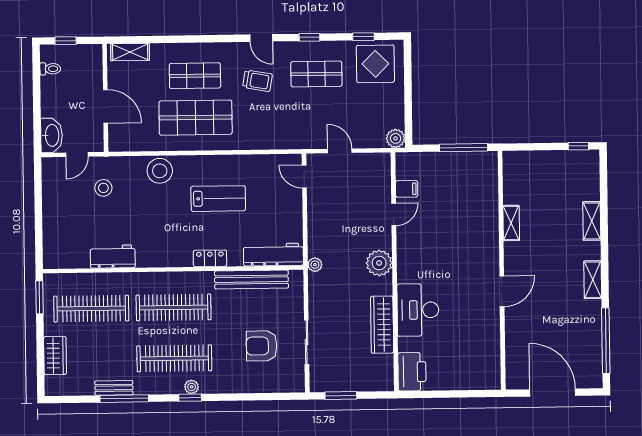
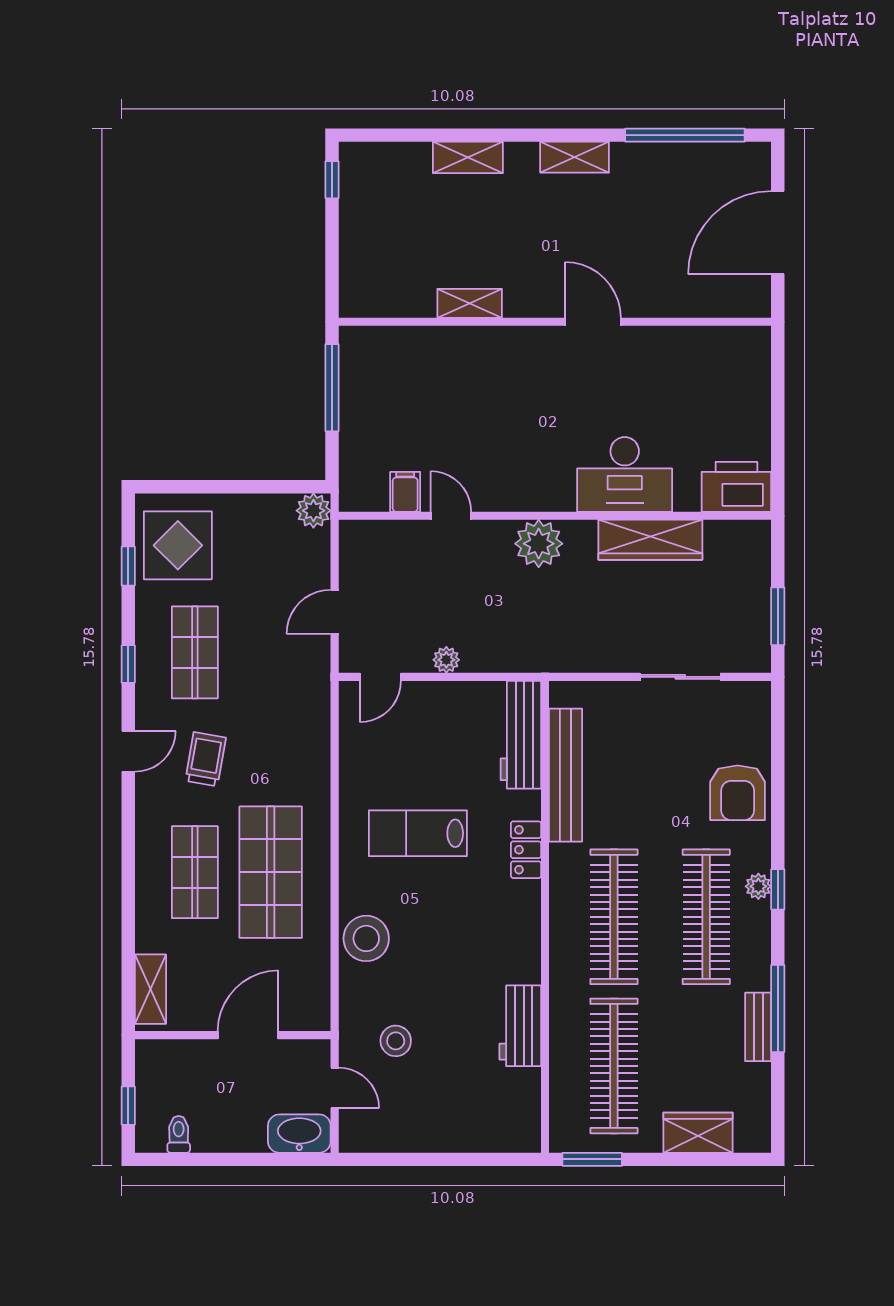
lab bench: (218, 199) -> (418, 833), turned -90
plant: (315, 265) -> (446, 660), moved
armchair: (262, 346) -> (738, 793), moved

